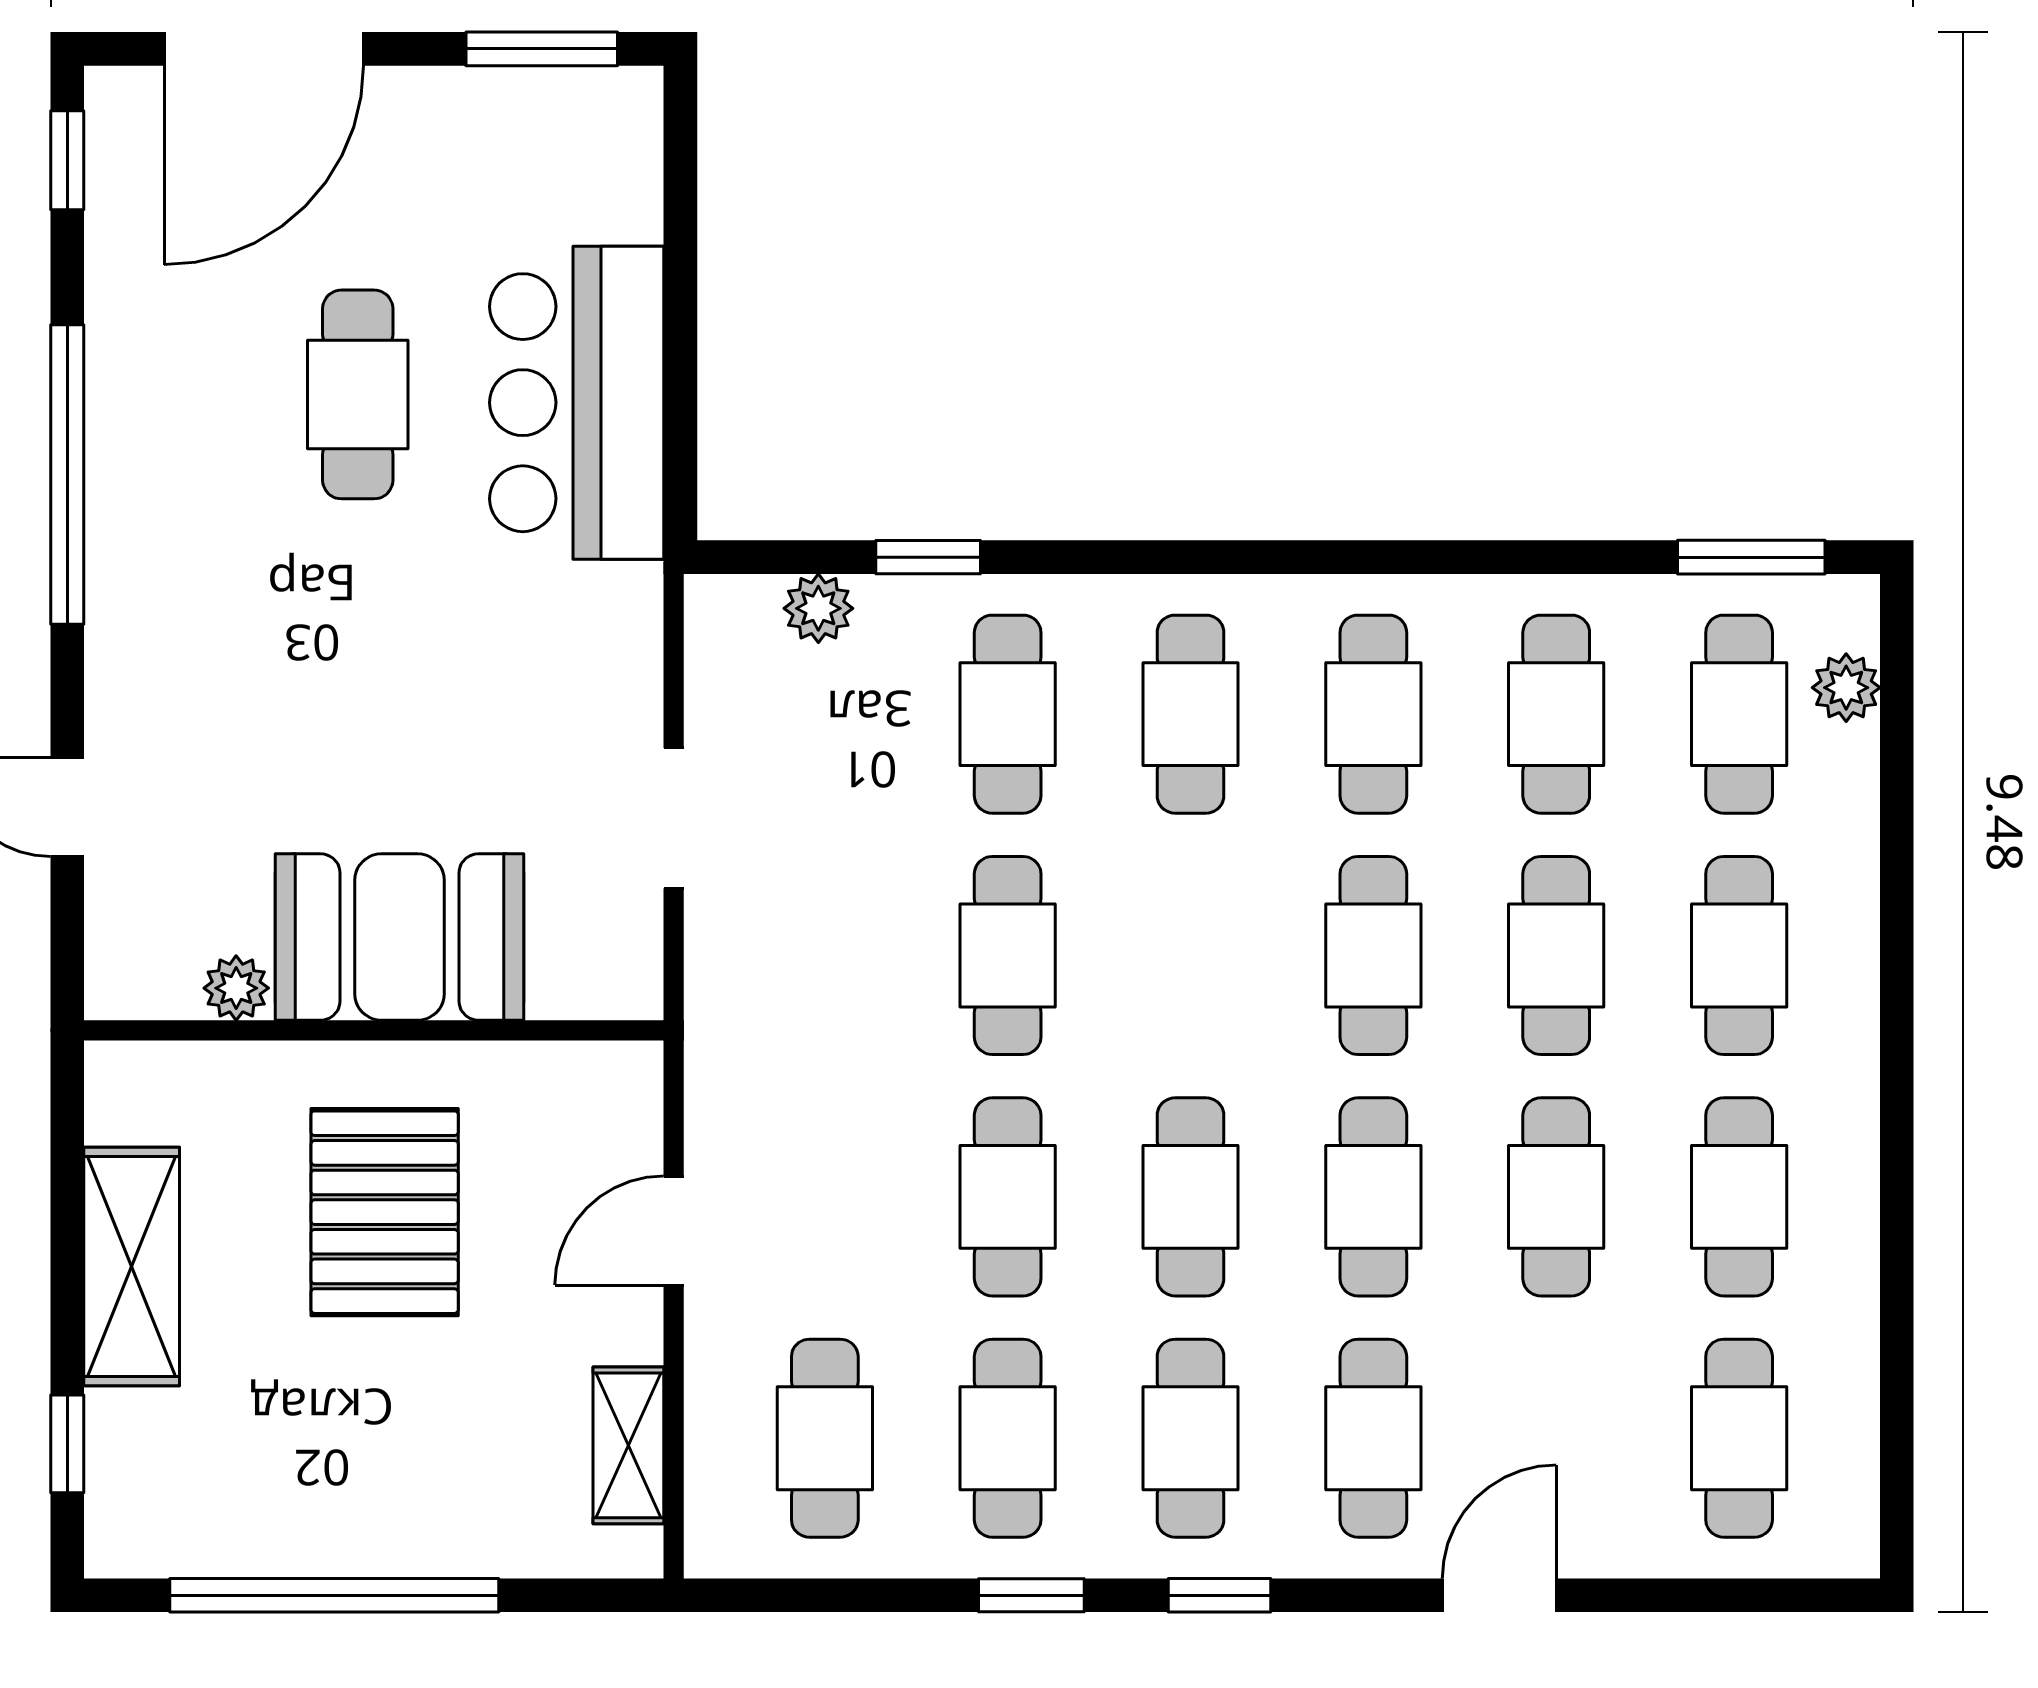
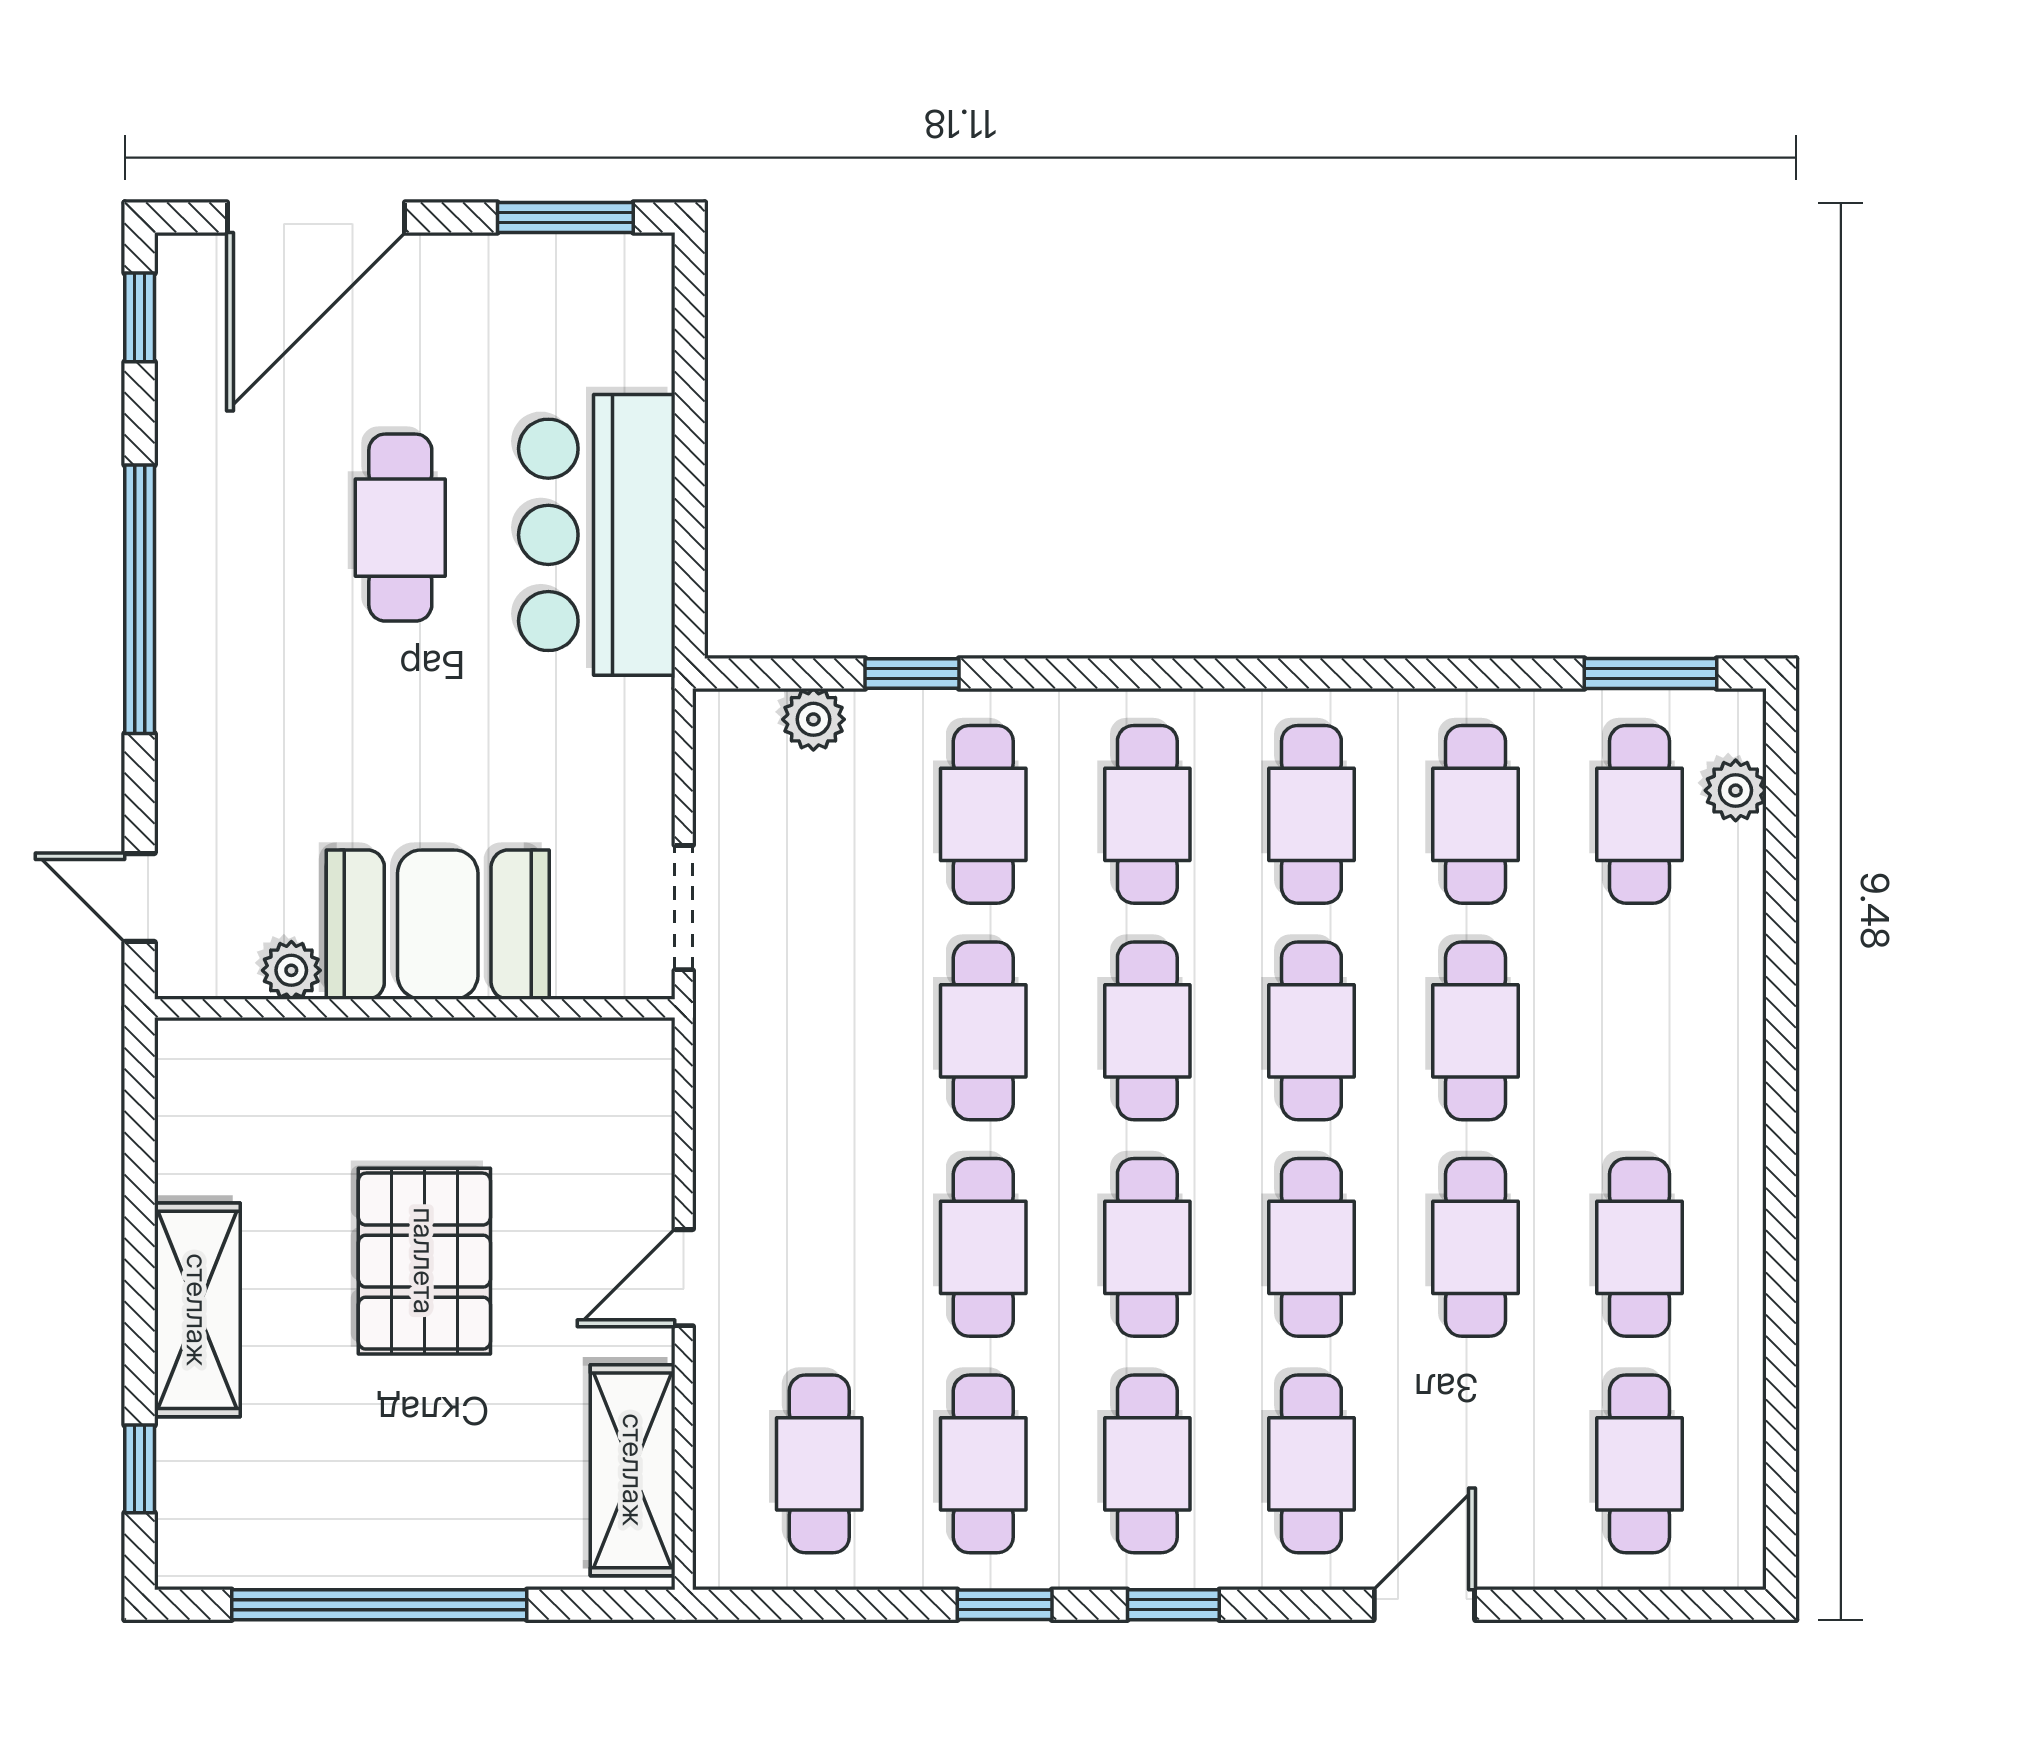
booth: (399, 937) -> (438, 925), moved
cafe table: (1739, 956) -> (1147, 1031), moved
plant: (236, 988) -> (291, 970), moved
wall: (374, 1030) -> (415, 1008), moved
shelving: (628, 1445) -> (633, 1470), width x1.50, depth x1.33

